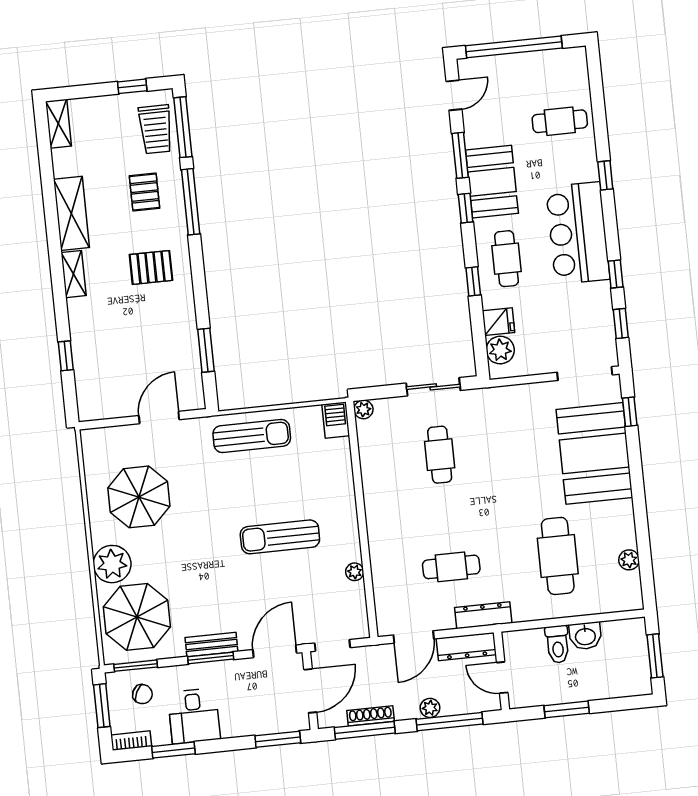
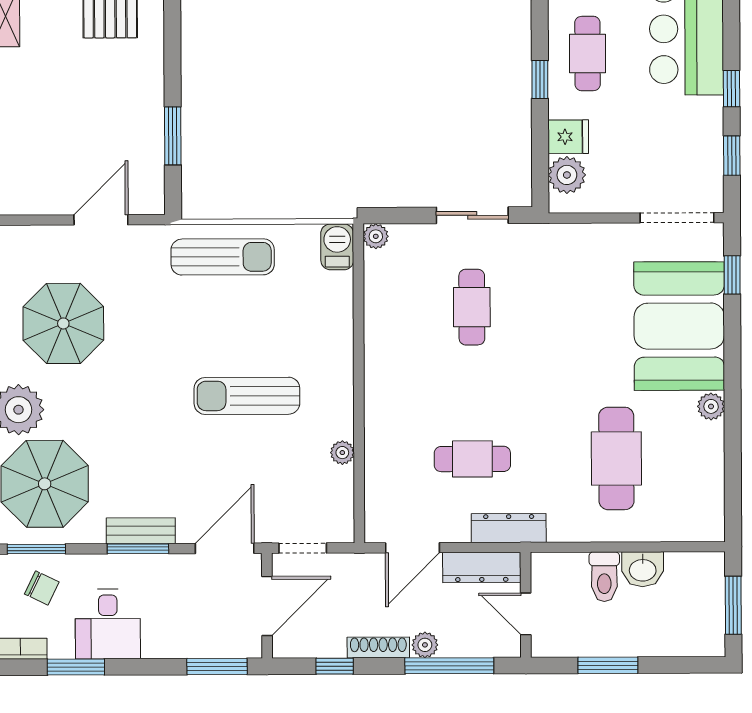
plant: (629, 560) -> (711, 406), moved
shoe rack: (371, 716) -> (378, 647), moved
window: (365, 730) -> (335, 666), width x0.46

